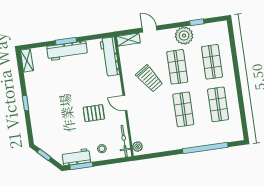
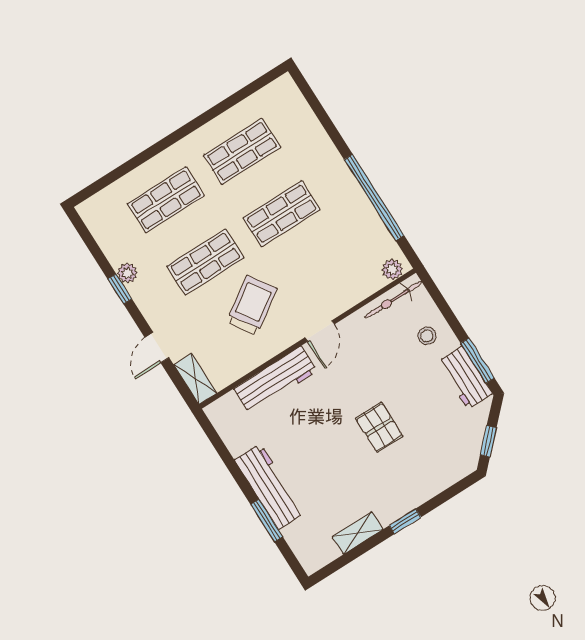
window: (197, 22) -> (120, 289), moved
plant: (184, 36) -> (127, 273), width x0.53, depth x0.53
window: (66, 41) -> (267, 521), moved
workbench: (110, 57) -> (275, 380), moved
shelving: (27, 60) -> (358, 533), moved
pallet: (94, 113) -> (379, 427), moved
window: (205, 148) -> (374, 197), moved

